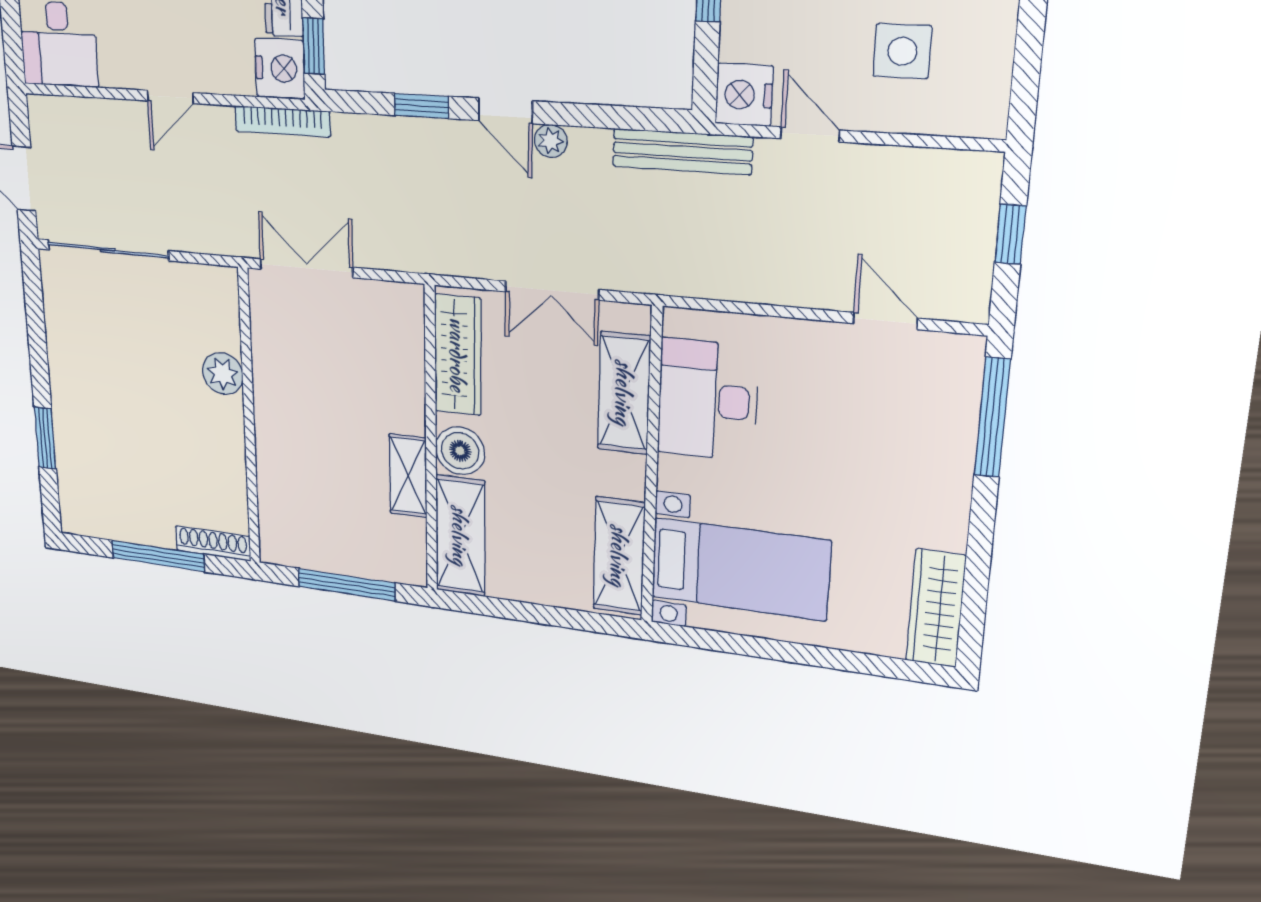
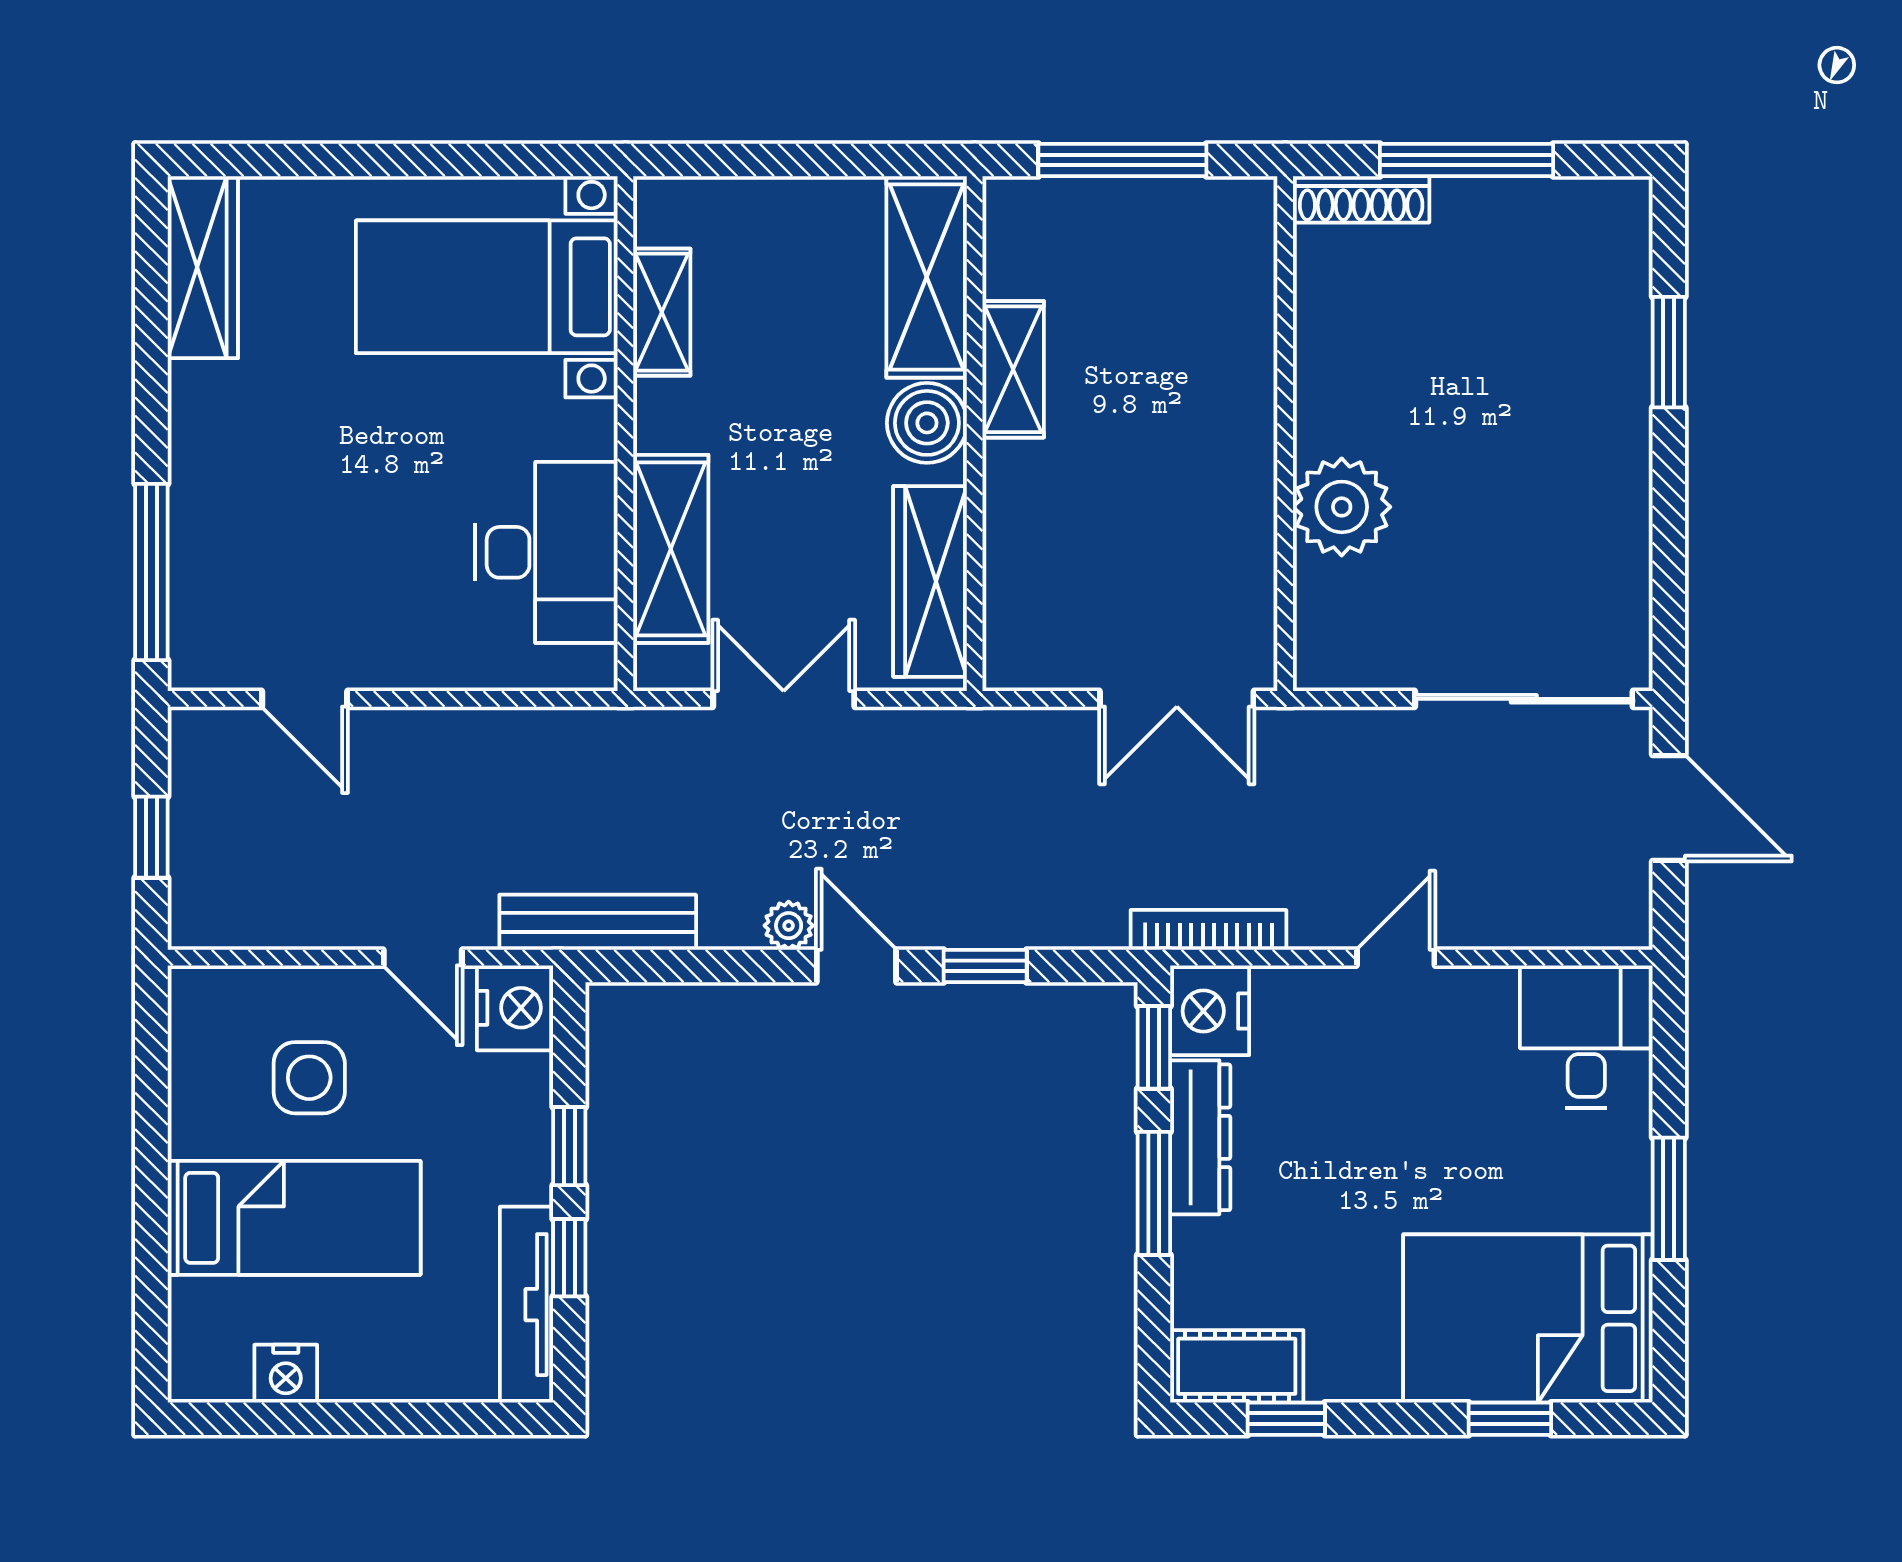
plant: (223, 374) -> (1342, 507), width x1.36, depth x1.36
shelving: (619, 556) -> (662, 312), width x0.67, depth x0.75

